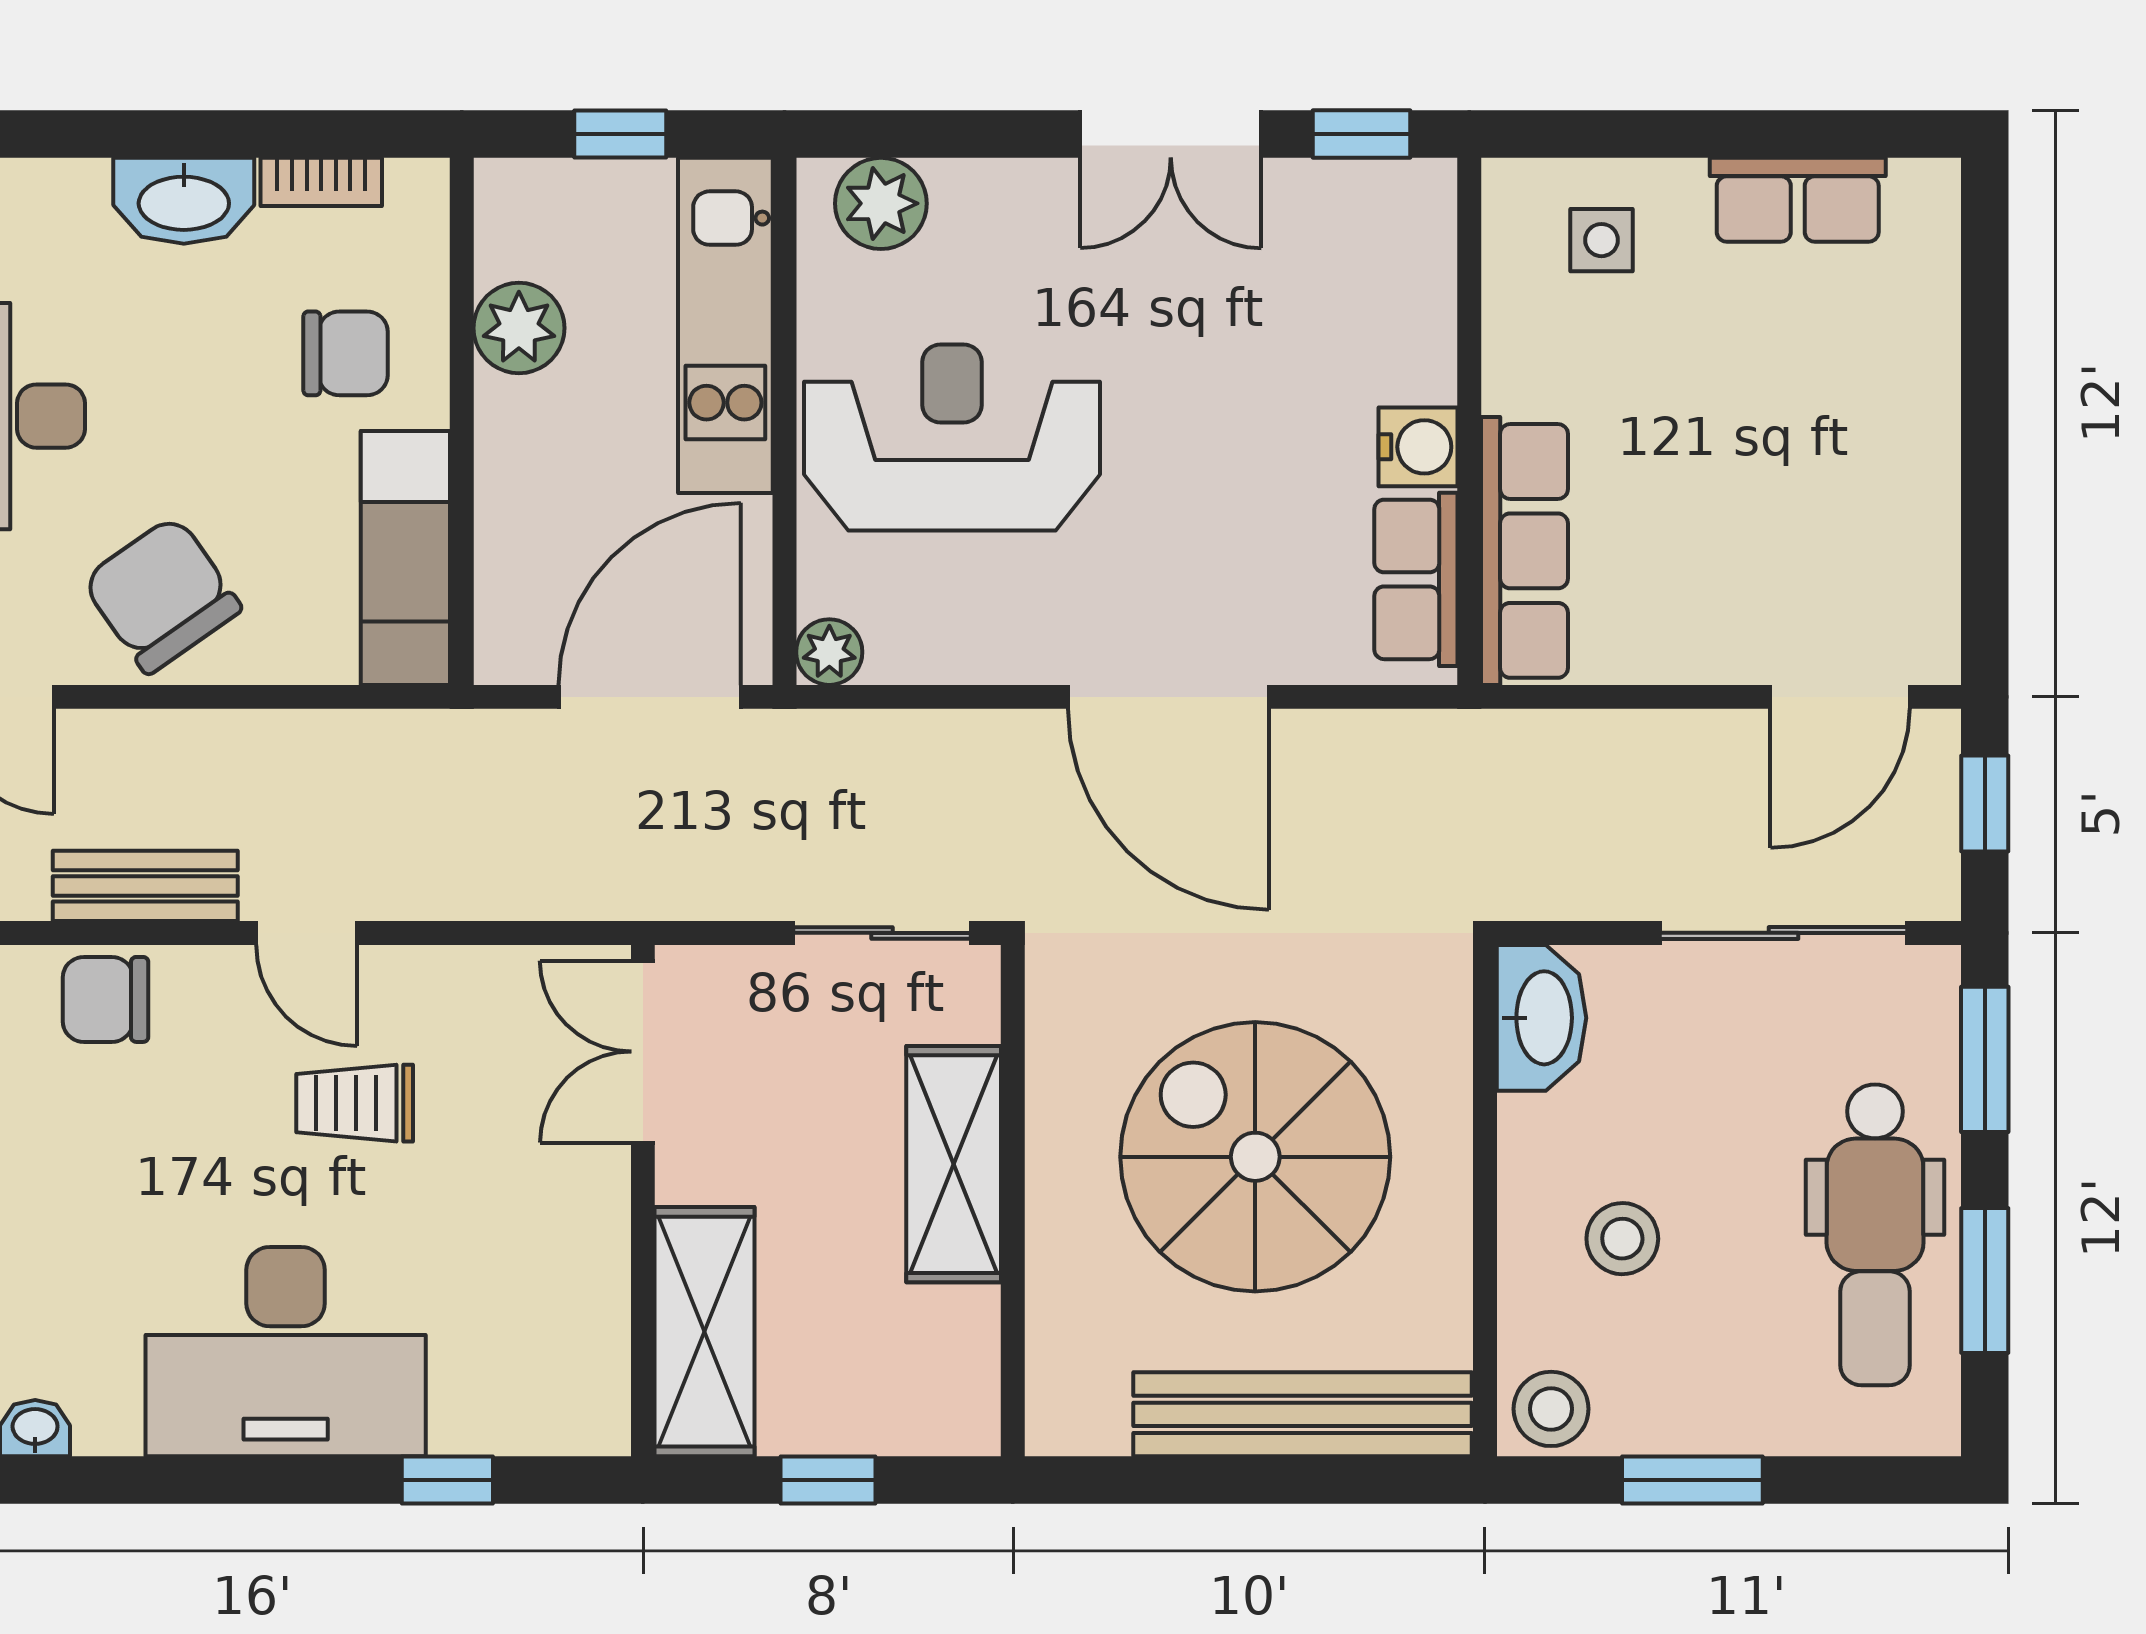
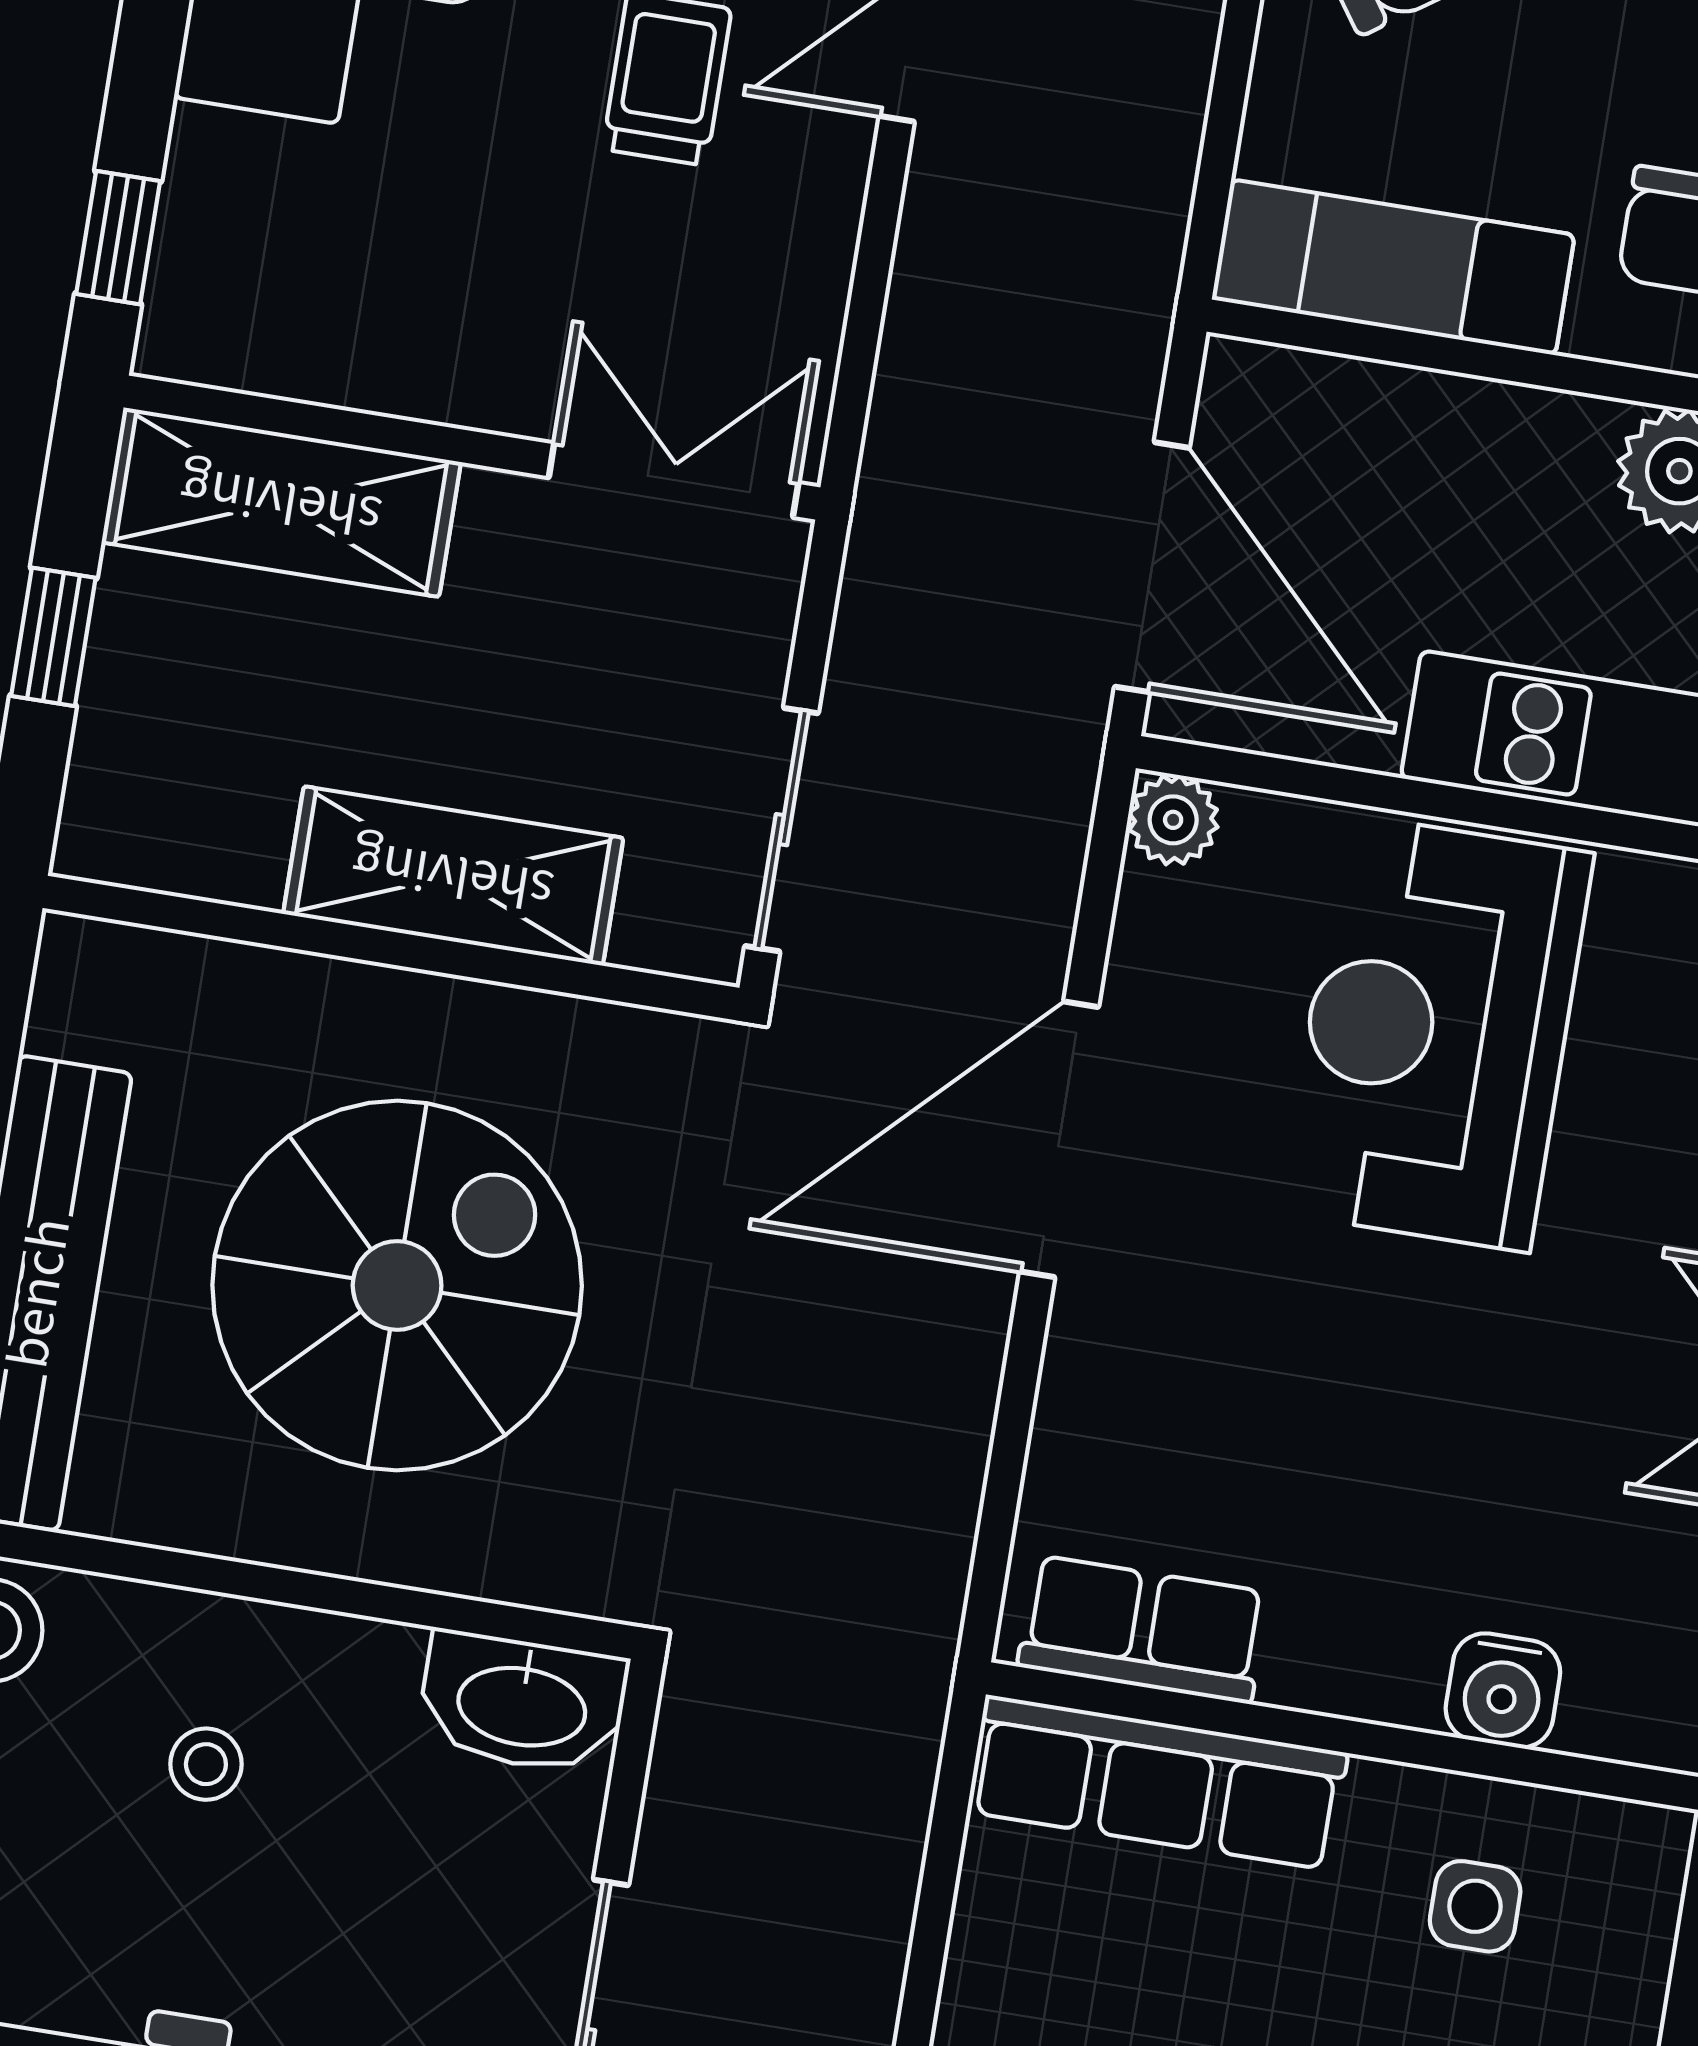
side table: (1601, 240) -> (1475, 1906), moved
reception desk: (952, 437) -> (1437, 1033), turned 180
water cooler: (1418, 447) -> (1503, 1691), moved
door: (1168, 697) -> (1059, 1139), moved
stool: (1622, 1239) -> (206, 1764), width x0.73, depth x0.73
window: (447, 1480) -> (118, 238), moved

